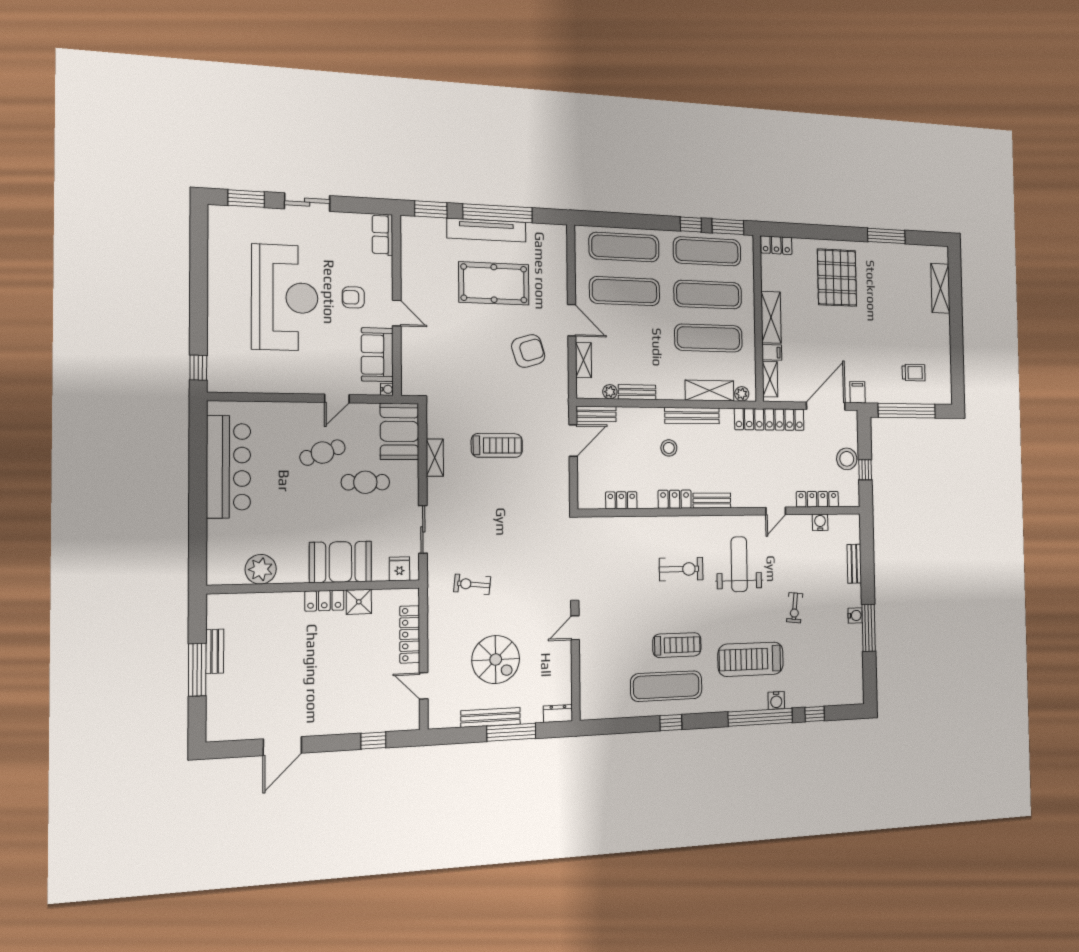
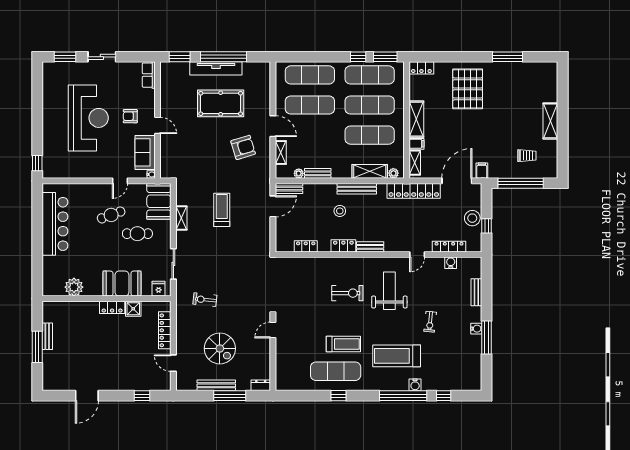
shelving: (940, 288) -> (550, 121), moved
treadmill: (497, 445) -> (222, 210), turned -90

